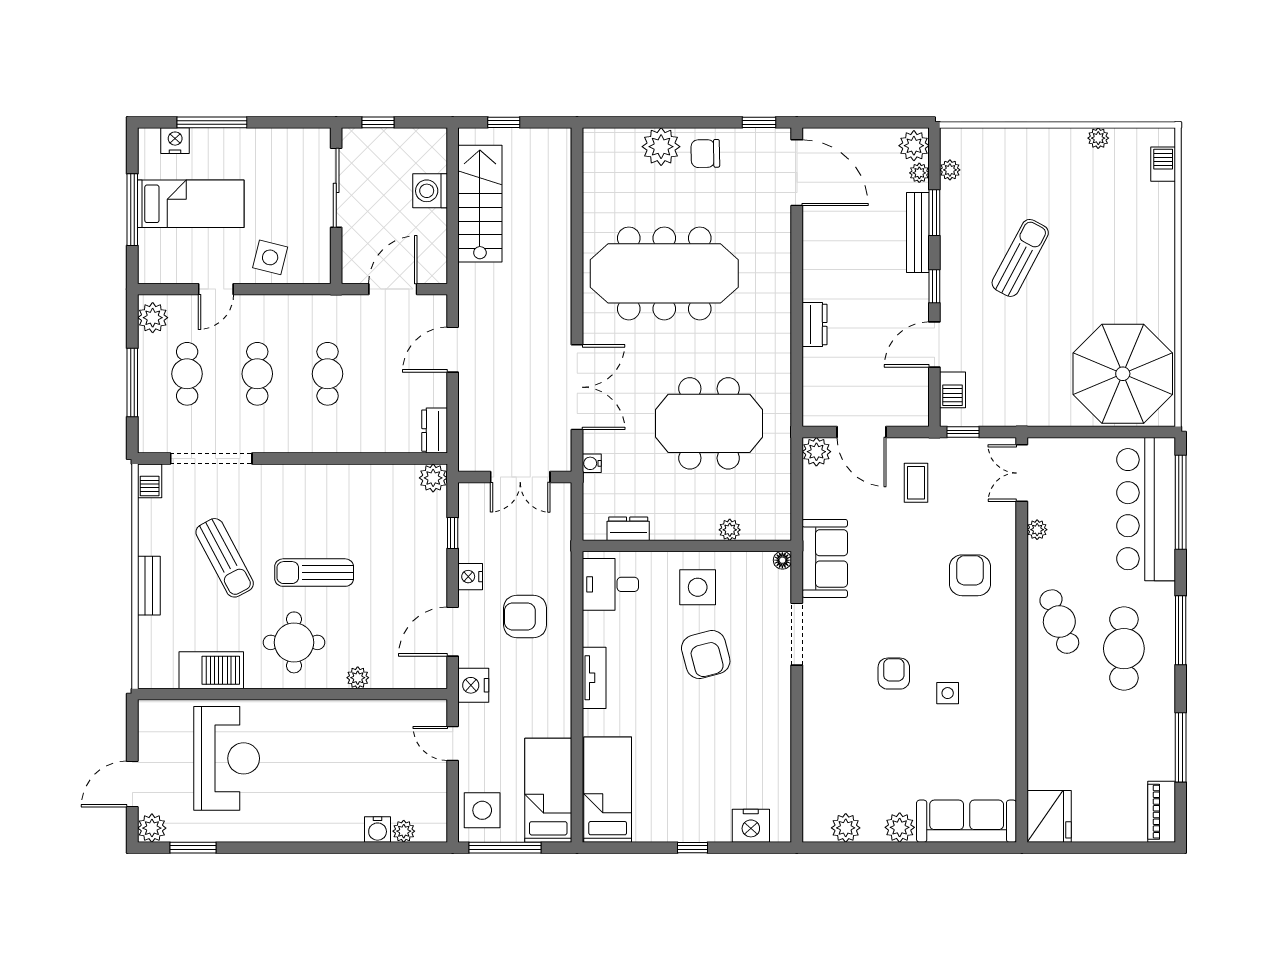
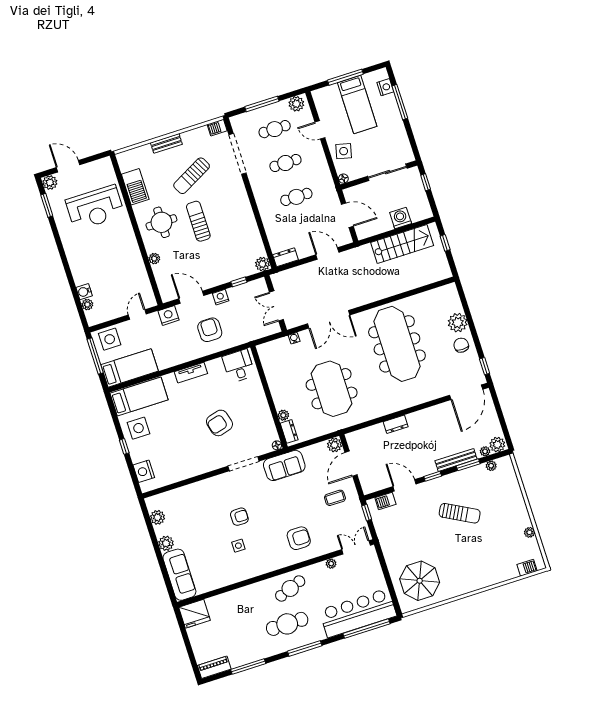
floor lamp: (322, 274) -> (343, 179), added
parasol: (1123, 374) -> (420, 581), width x0.73, depth x0.73
dresser: (628, 529) -> (289, 431), moved
side table: (698, 587) -> (139, 428), moved

